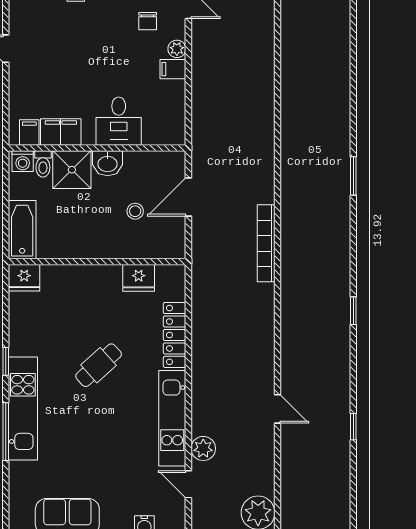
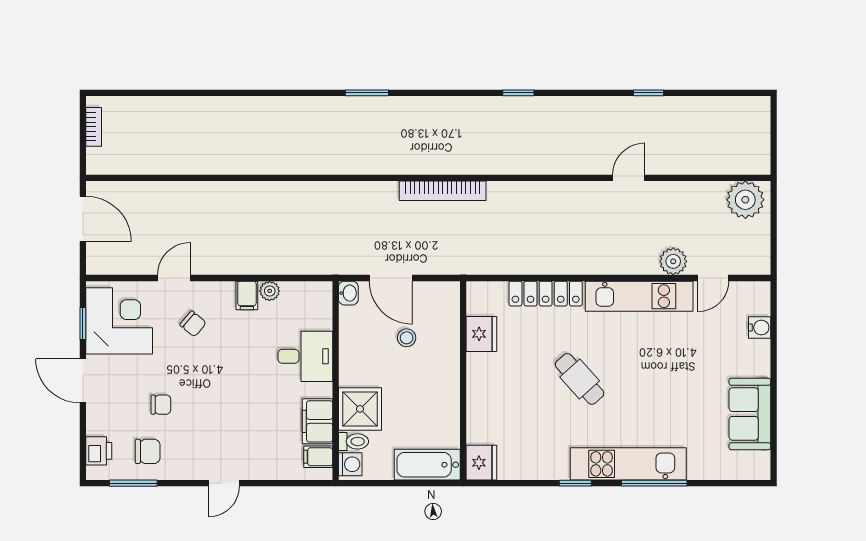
chair: (148, 21) -> (193, 324), turned 40
plant: (177, 49) -> (270, 291), moved
washbasin: (108, 163) -> (348, 293), moved, width x0.72, depth x0.69

